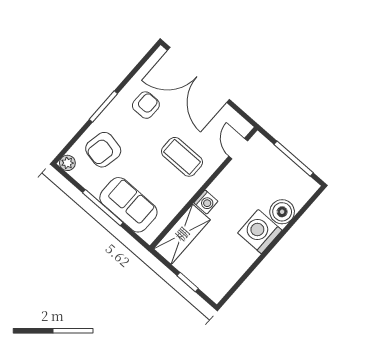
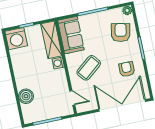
armchair: (146, 105) -> (127, 69), turned 180
coffee table: (182, 157) -> (89, 68), turned -39
sofa: (128, 205) -> (71, 35), moved, turned -90
washing machine: (260, 232) -> (16, 39), moved, turned 90

